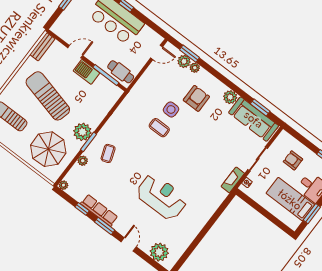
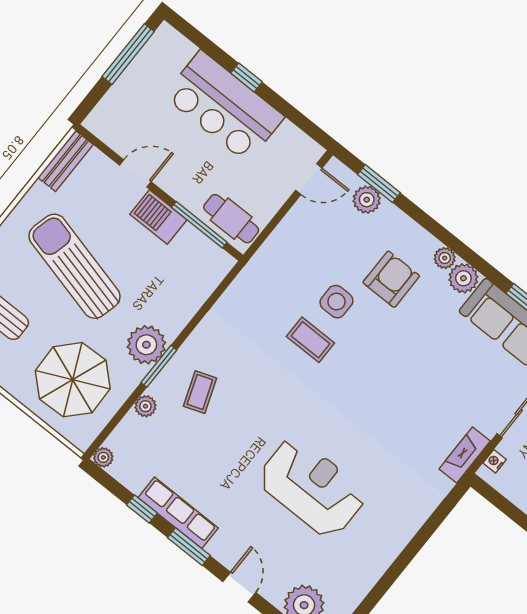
plant: (195, 68) -> (445, 258), moved

